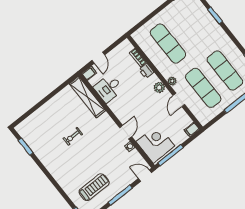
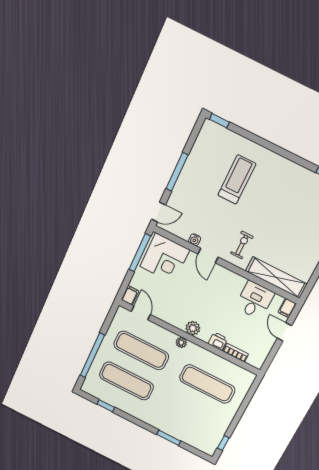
door: (179, 100) -> (141, 313), moved
exercise bike: (73, 136) -> (242, 245), moved
treadmill: (94, 187) -> (237, 179), moved, turned 180

